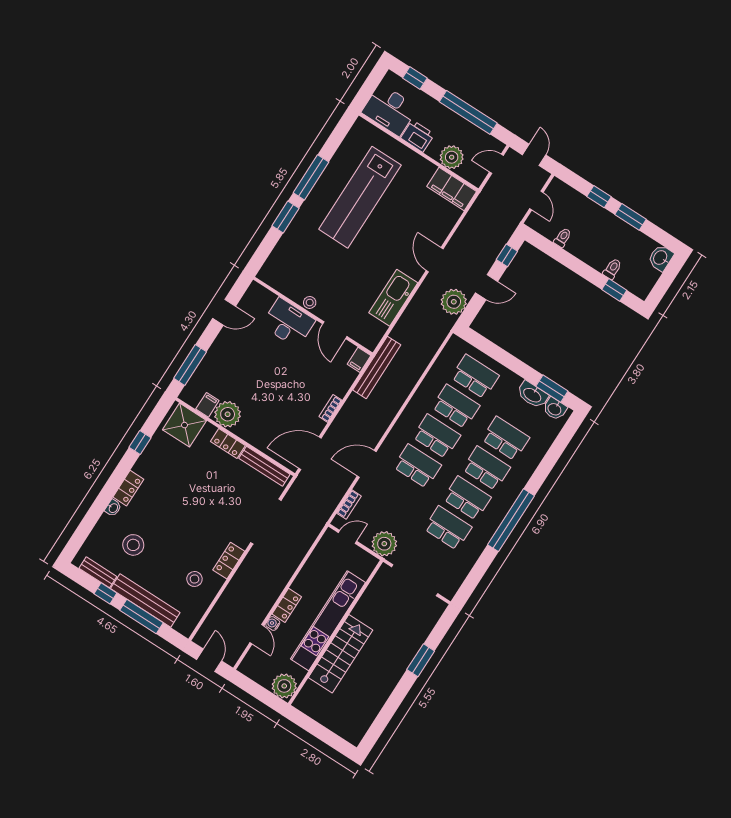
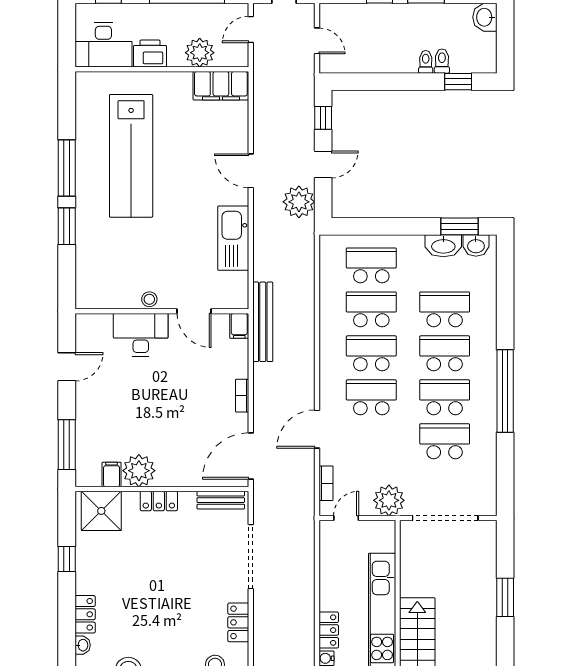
toilet: (563, 238) -> (426, 62), moved
bench: (264, 466) -> (221, 500), width x0.73

